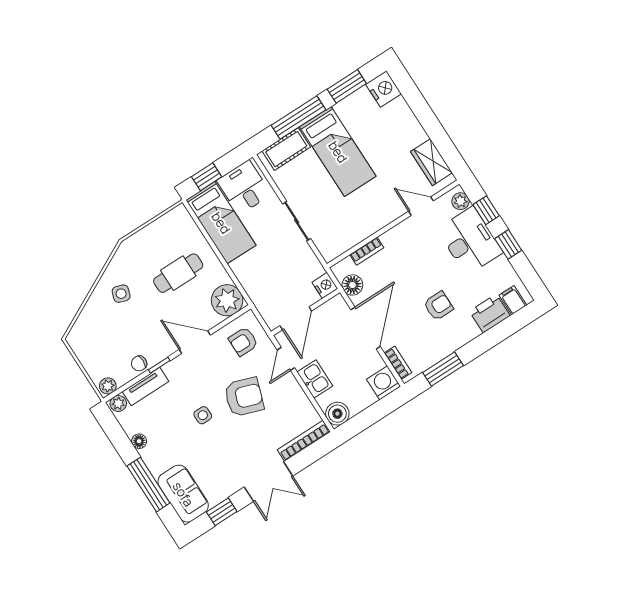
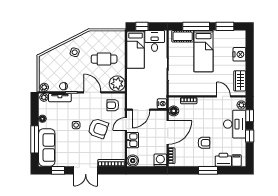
nightstand: (384, 89) -> (239, 54), moved
window: (443, 369) -> (208, 170), moved
sofa: (183, 494) -> (47, 147), width x1.36

